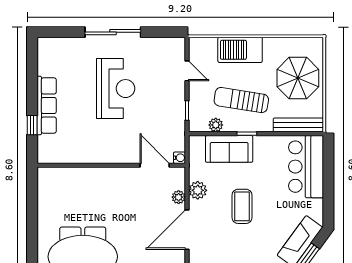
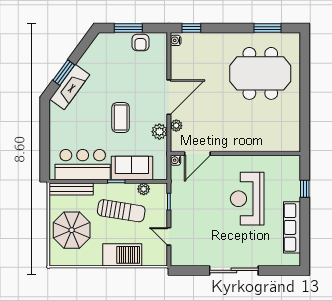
reception desk: (116, 89) -> (247, 199), moved
row of seats: (47, 106) -> (292, 227), moved
door: (155, 165) -> (197, 154), hinge flipped
bar counter: (306, 167) -> (83, 165), moved, turned -90

